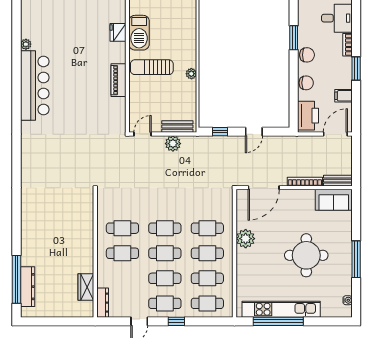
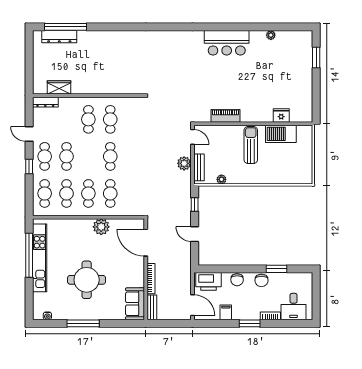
plant: (191, 74) -> (221, 179), moved
piano: (118, 80) -> (226, 116), moved
bar counter: (35, 85) -> (227, 43), width x0.73
cafe table: (165, 253) -> (88, 156), removed

